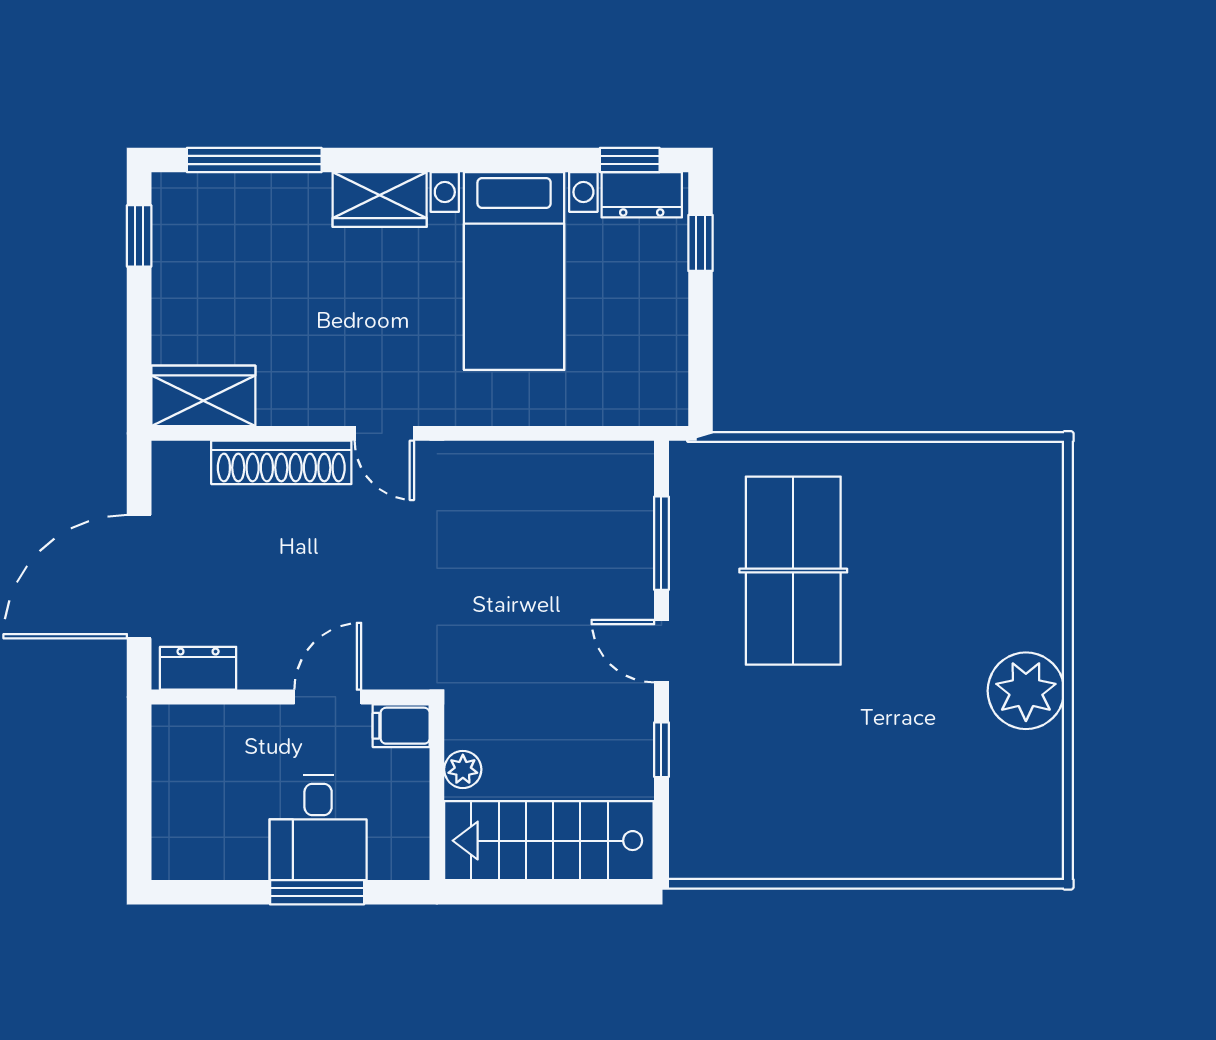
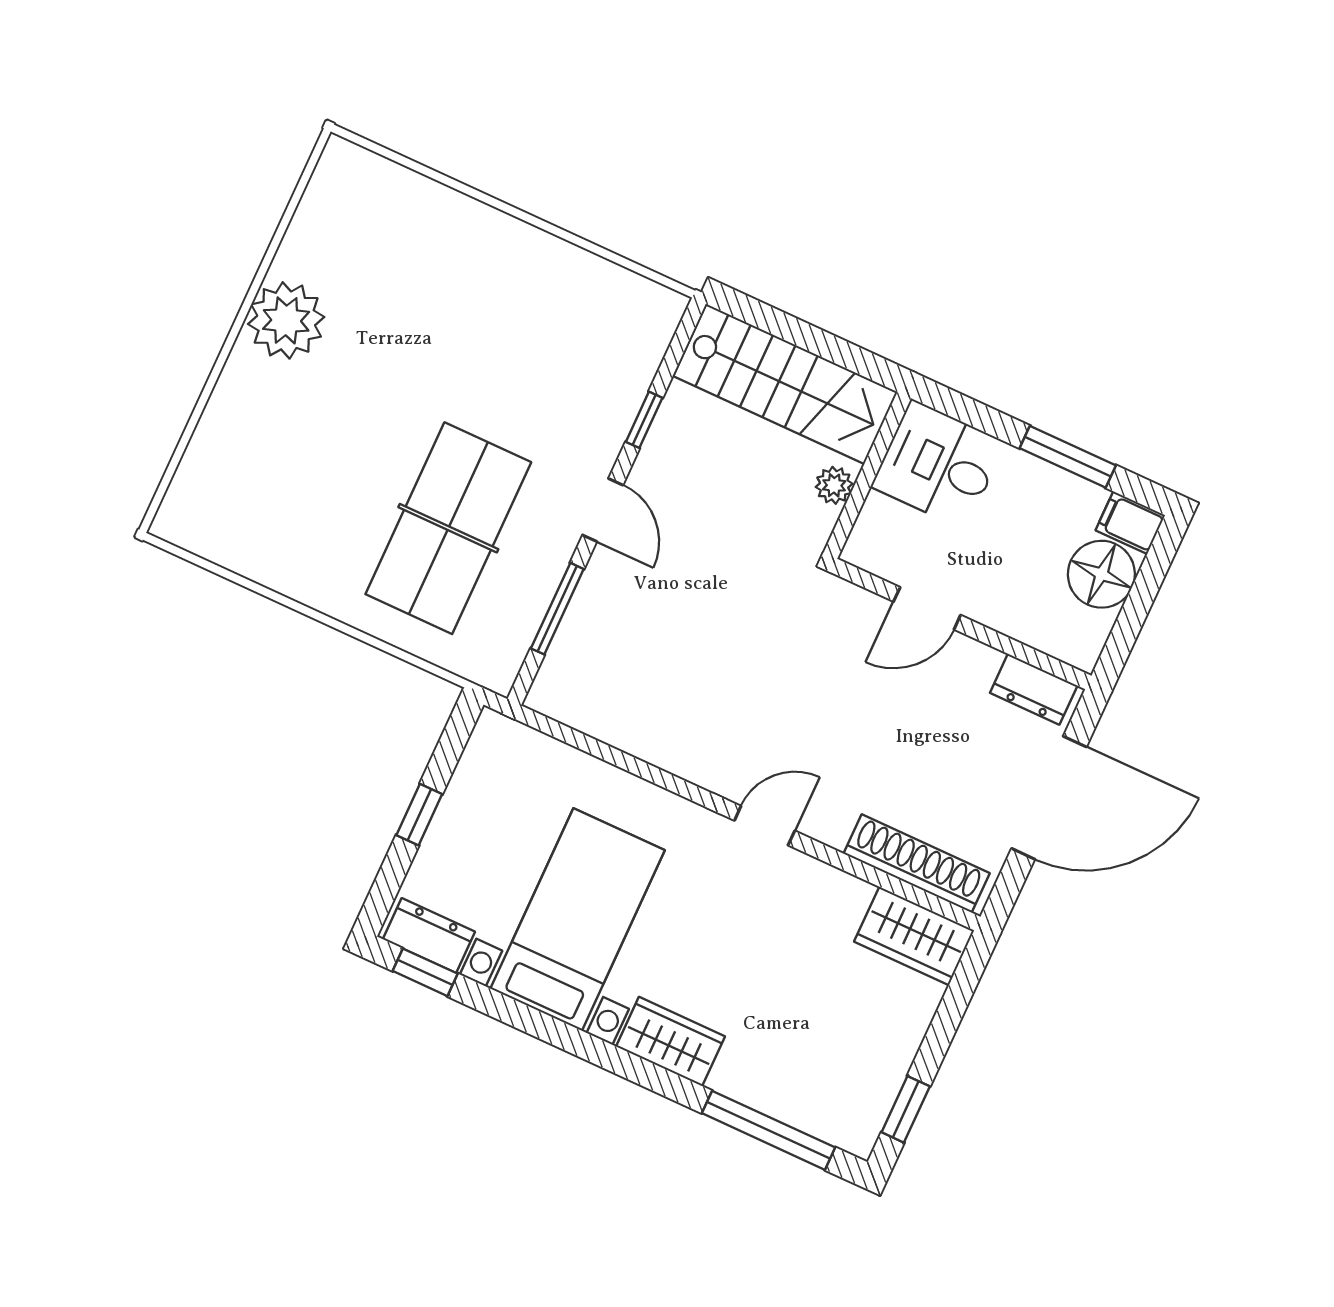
window: (701, 243) -> (419, 815), moved
door: (384, 433) -> (765, 826), hinge flipped
shoe rack: (281, 462) -> (917, 863), moved
filing cabinet: (401, 726) -> (1130, 523), moved, turned 180
floor lamp: (185, 800) -> (1101, 574), added
desk: (318, 828) -> (938, 465), moved, turned -90
window: (317, 892) -> (1068, 457), moved

